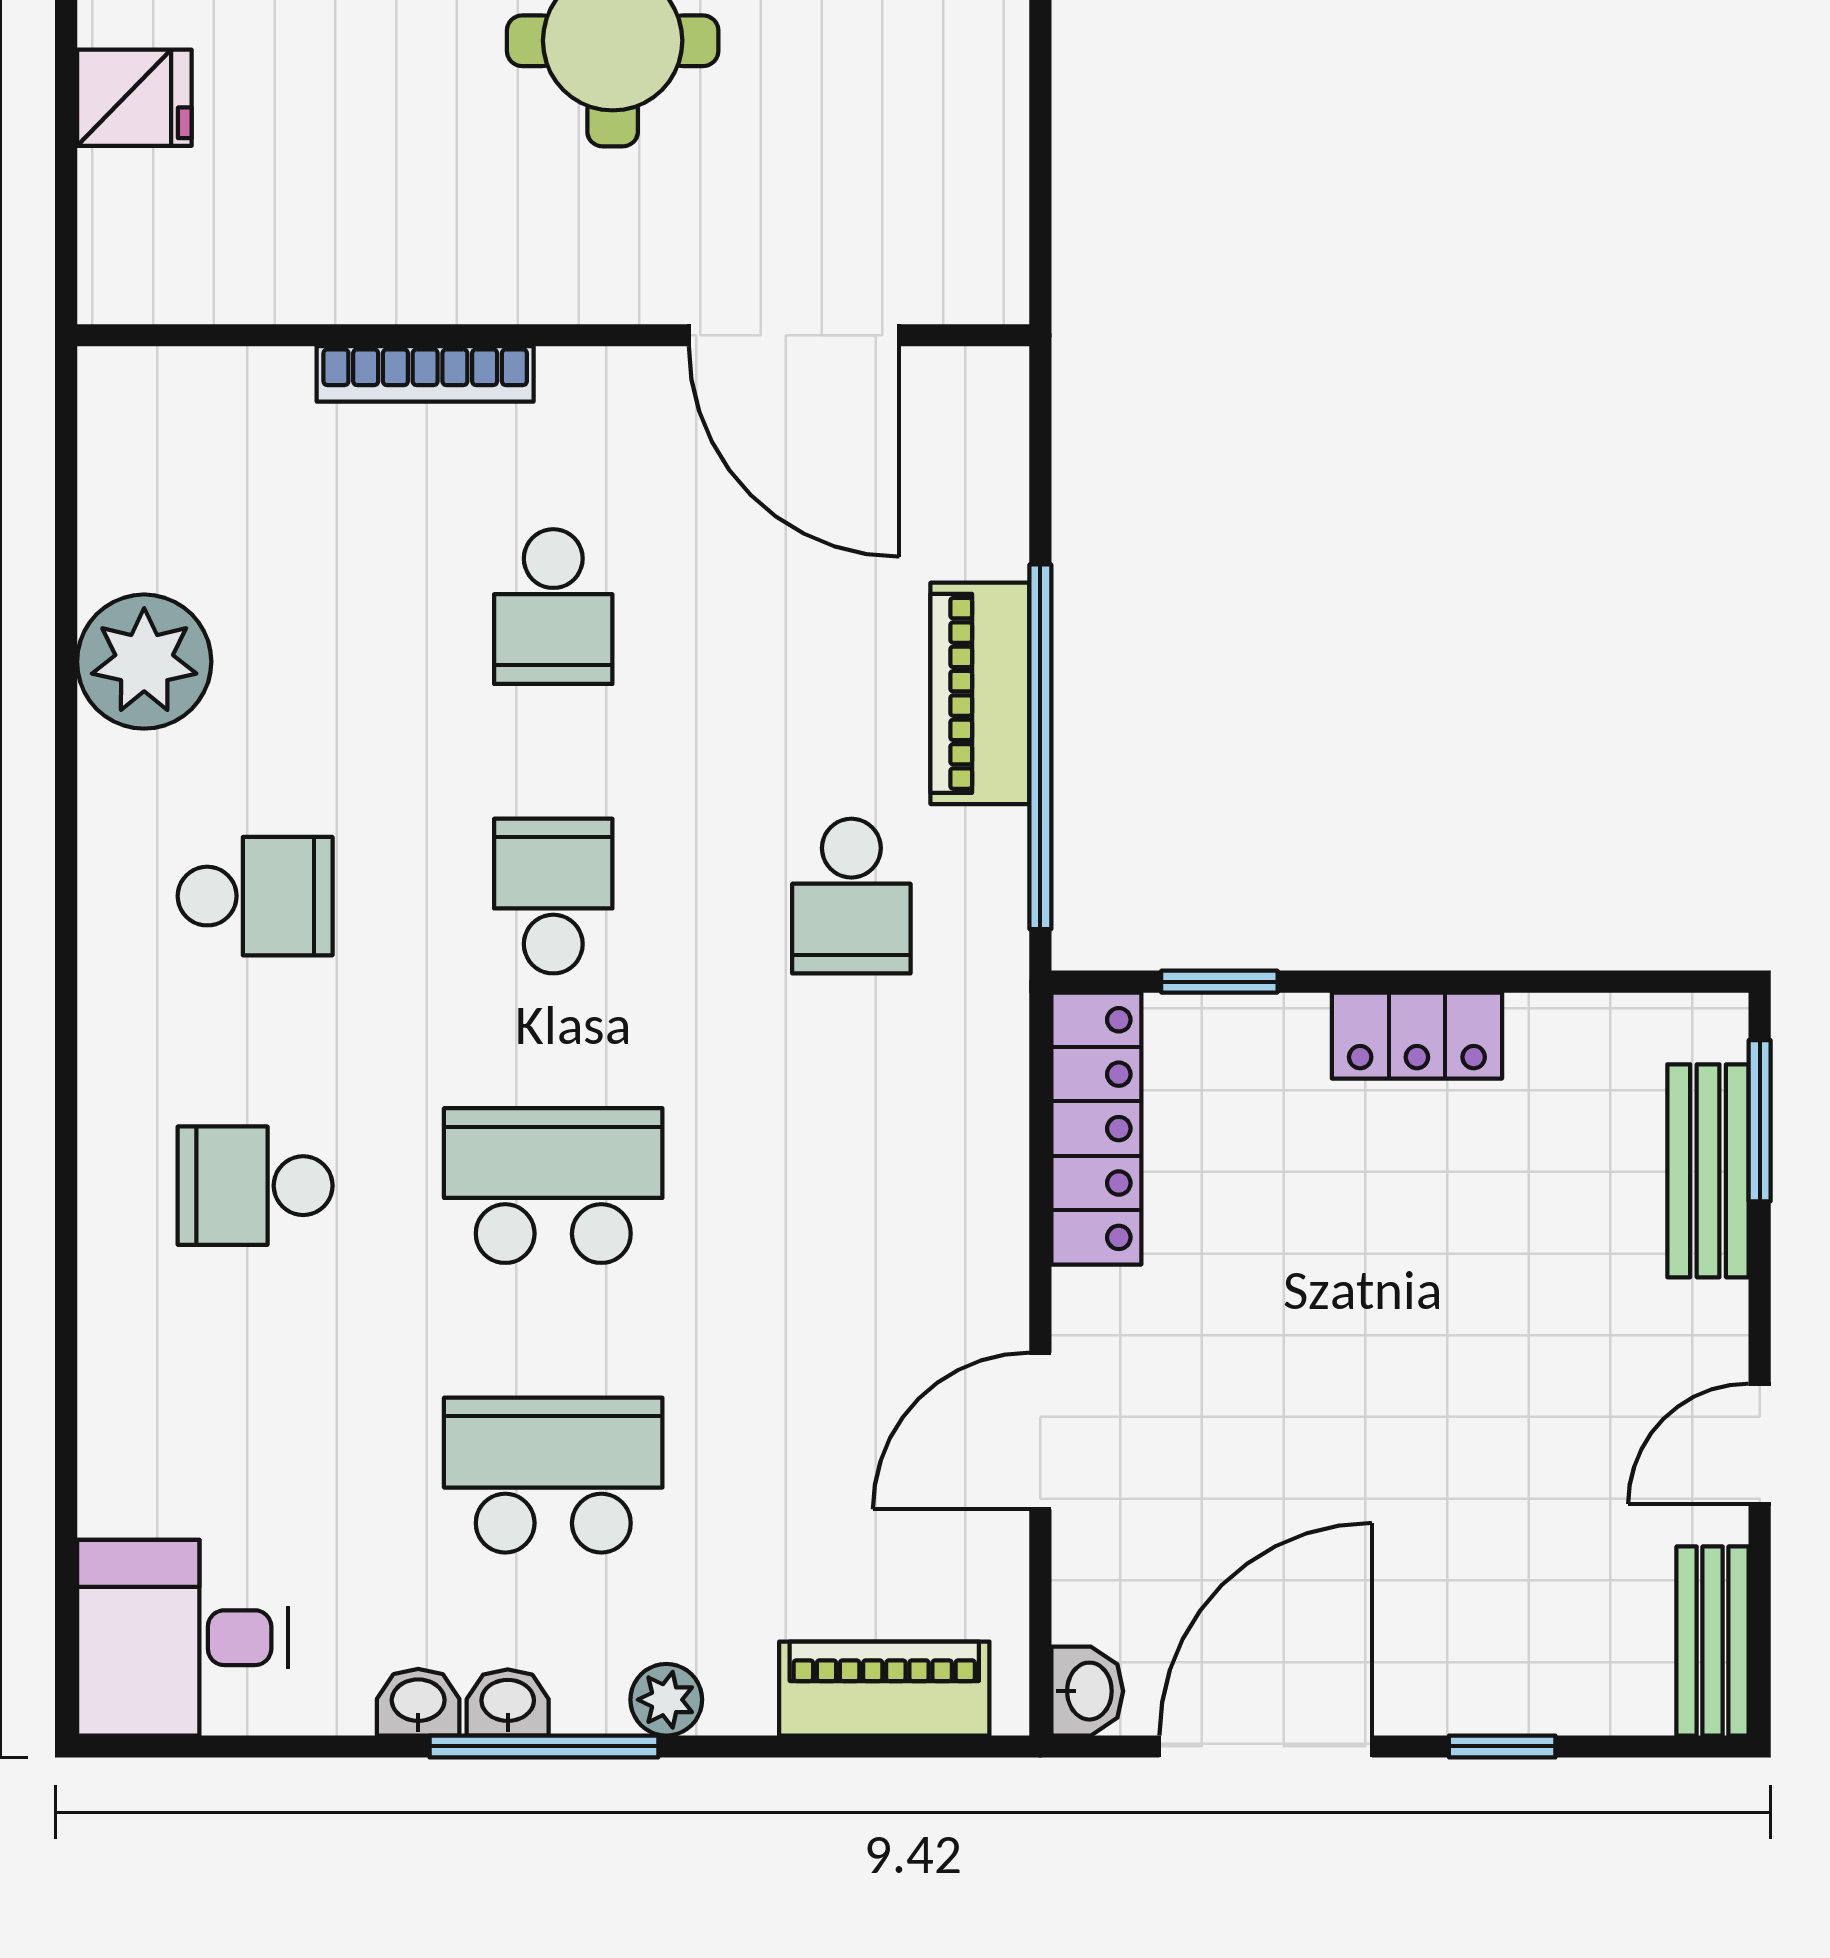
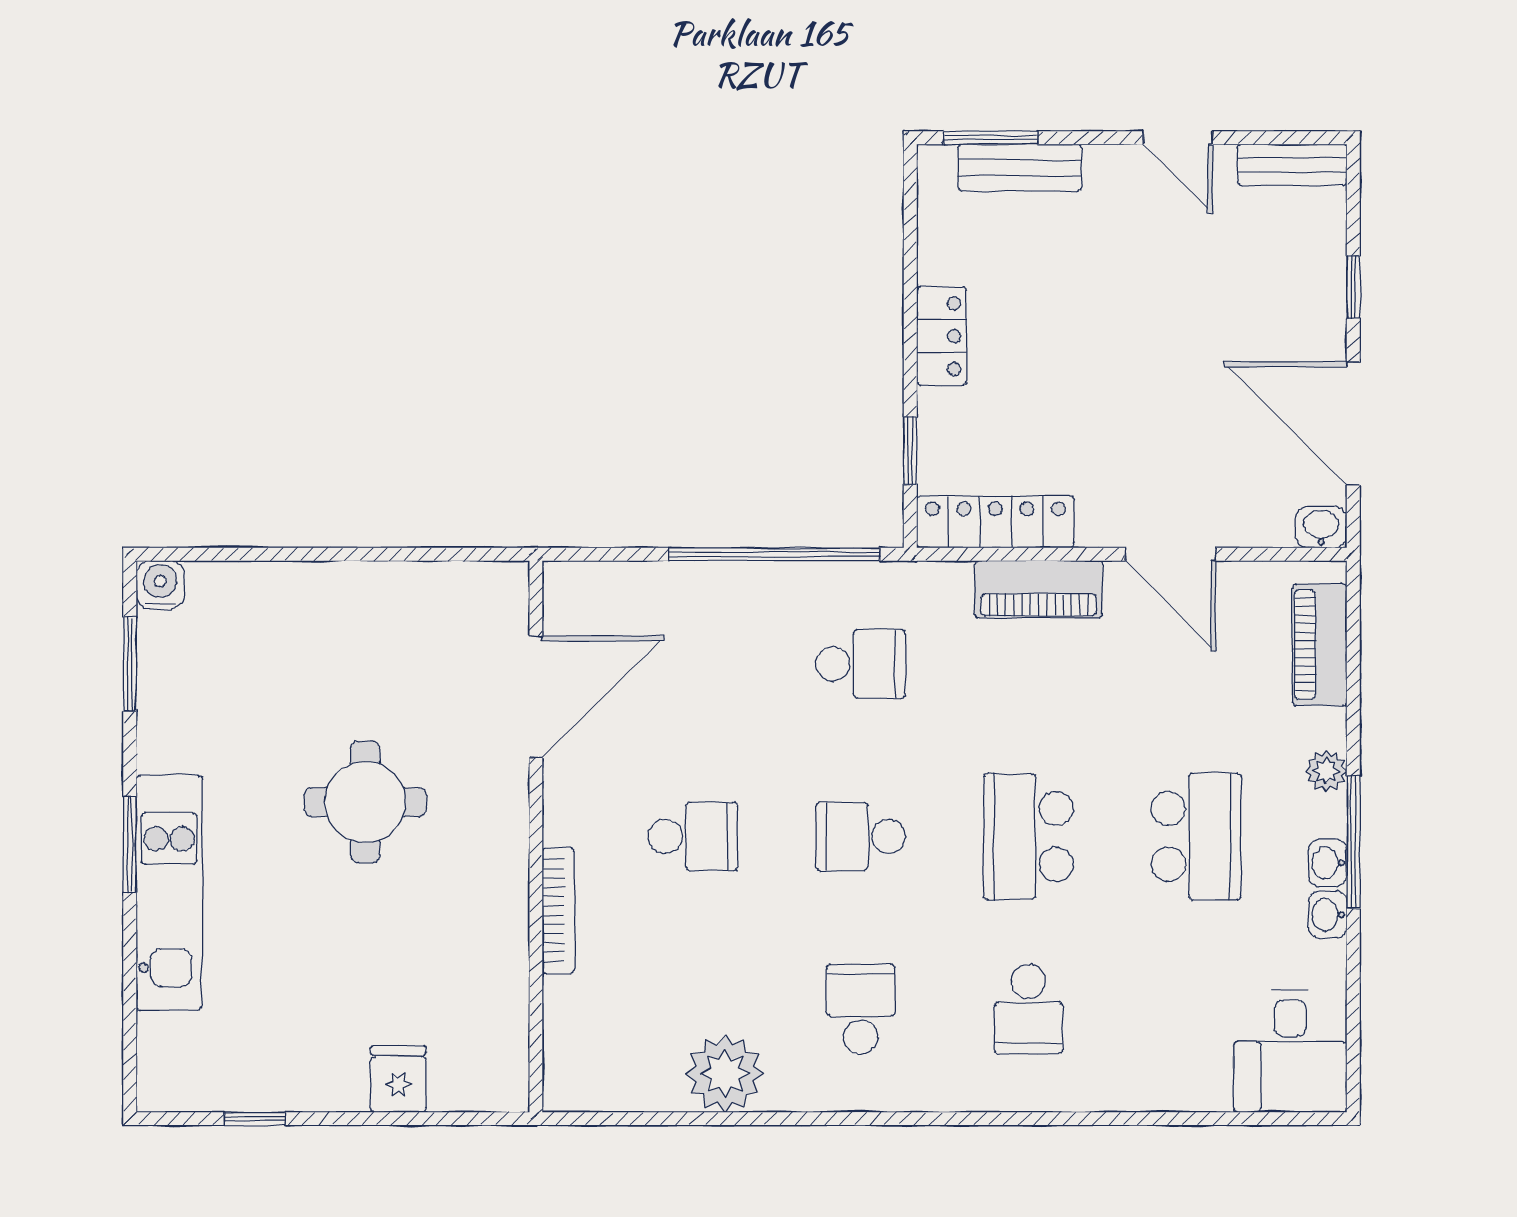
piano: (980, 693) -> (1039, 589), moved
school desk: (553, 1475) -> (1196, 836), turned 180

